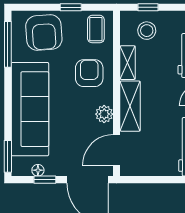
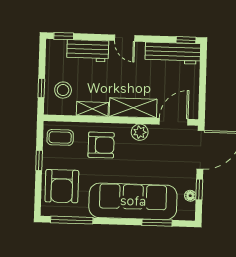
armchair: (44, 33) -> (62, 186), turned 94
armchair: (89, 73) -> (101, 145), turned 180
door: (117, 150) -> (174, 122), swing flipped
window: (8, 156) -> (157, 223), moved

